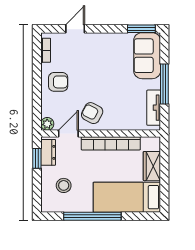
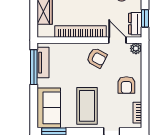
coffee table: (103, 58) -> (87, 106), added
armchair: (58, 82) -> (126, 85), turned -90
window: (164, 84) -> (34, 67), moved
door: (68, 133) -> (117, 40), swing flipped

